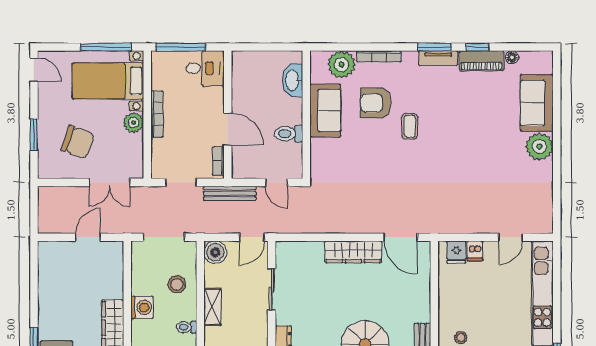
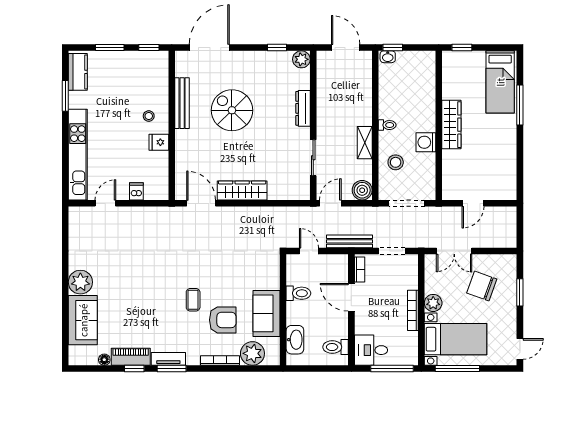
door: (34, 70) -> (520, 349), swing flipped
toilet: (246, 72) -> (336, 347), added
double door: (109, 182) -> (454, 251), swing flipped
fridge: (456, 252) -> (159, 142), moved, turned -90

